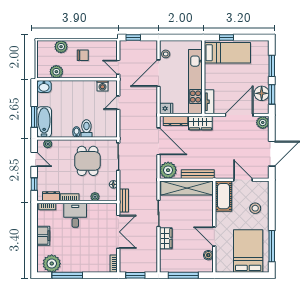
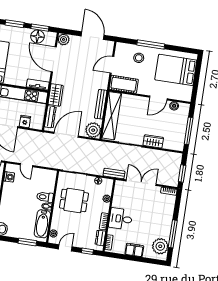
fridge: (166, 109) -> (25, 121), moved
bathtub: (44, 122) -> (42, 224), moved, turned -90
window: (272, 246) -> (151, 45), moved

